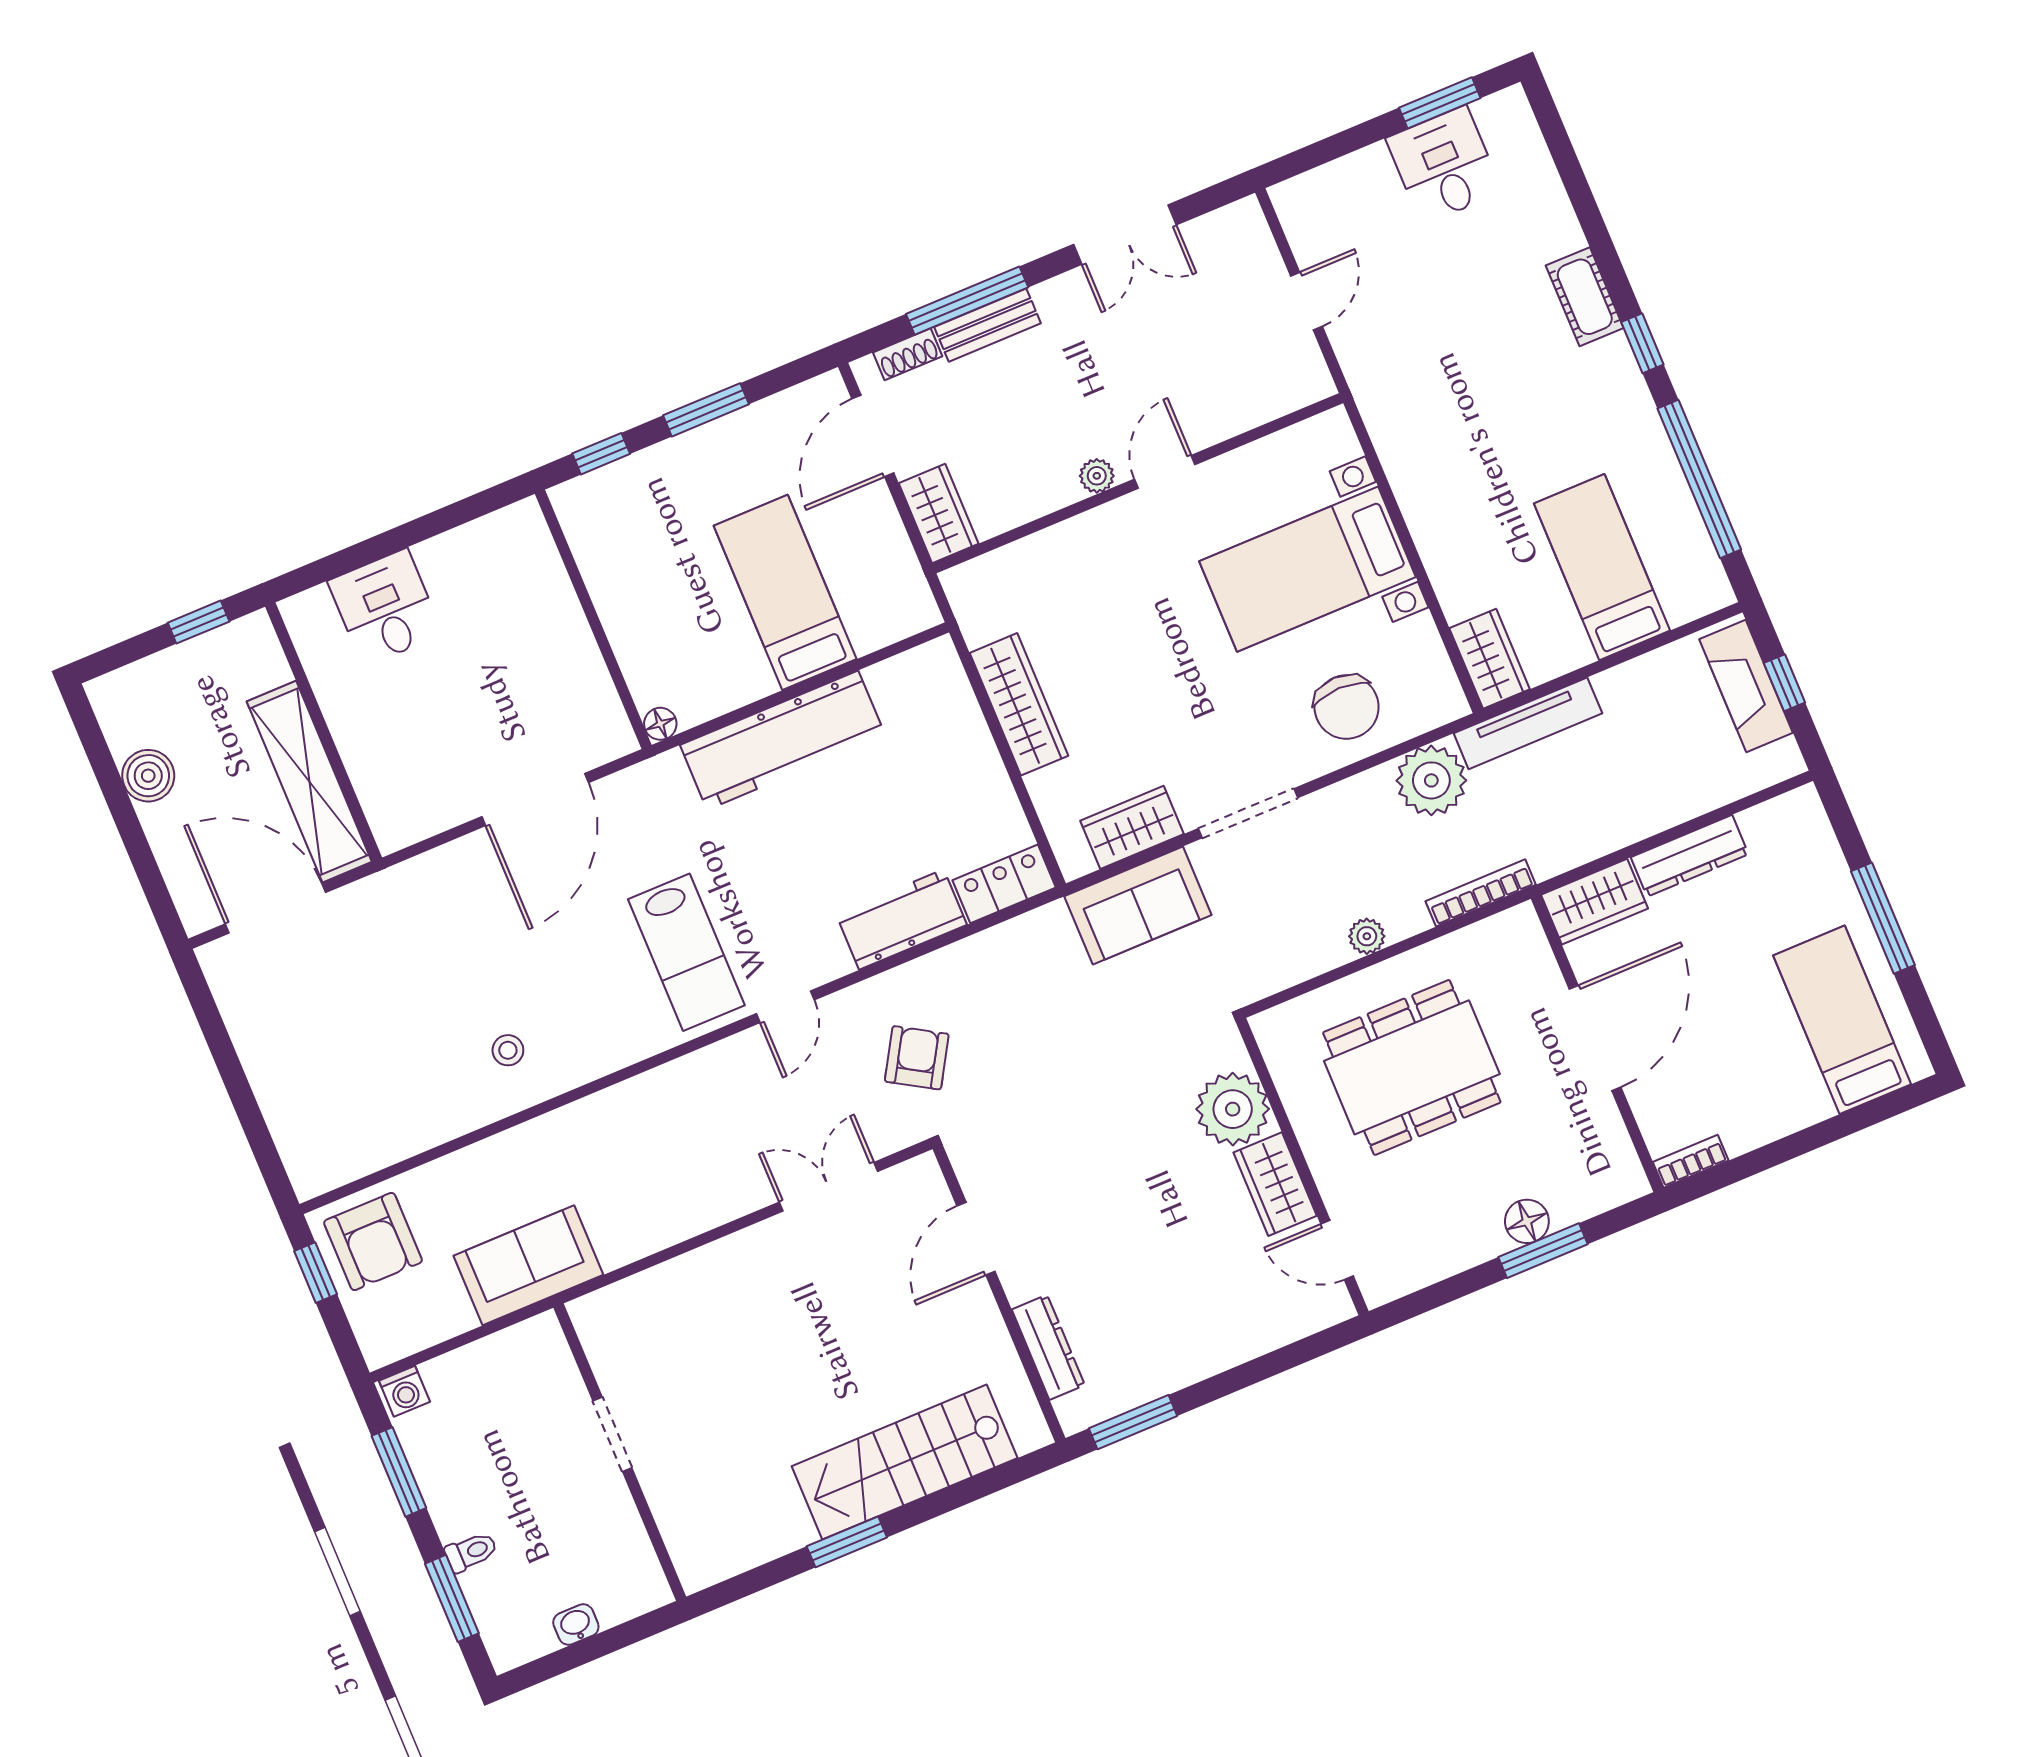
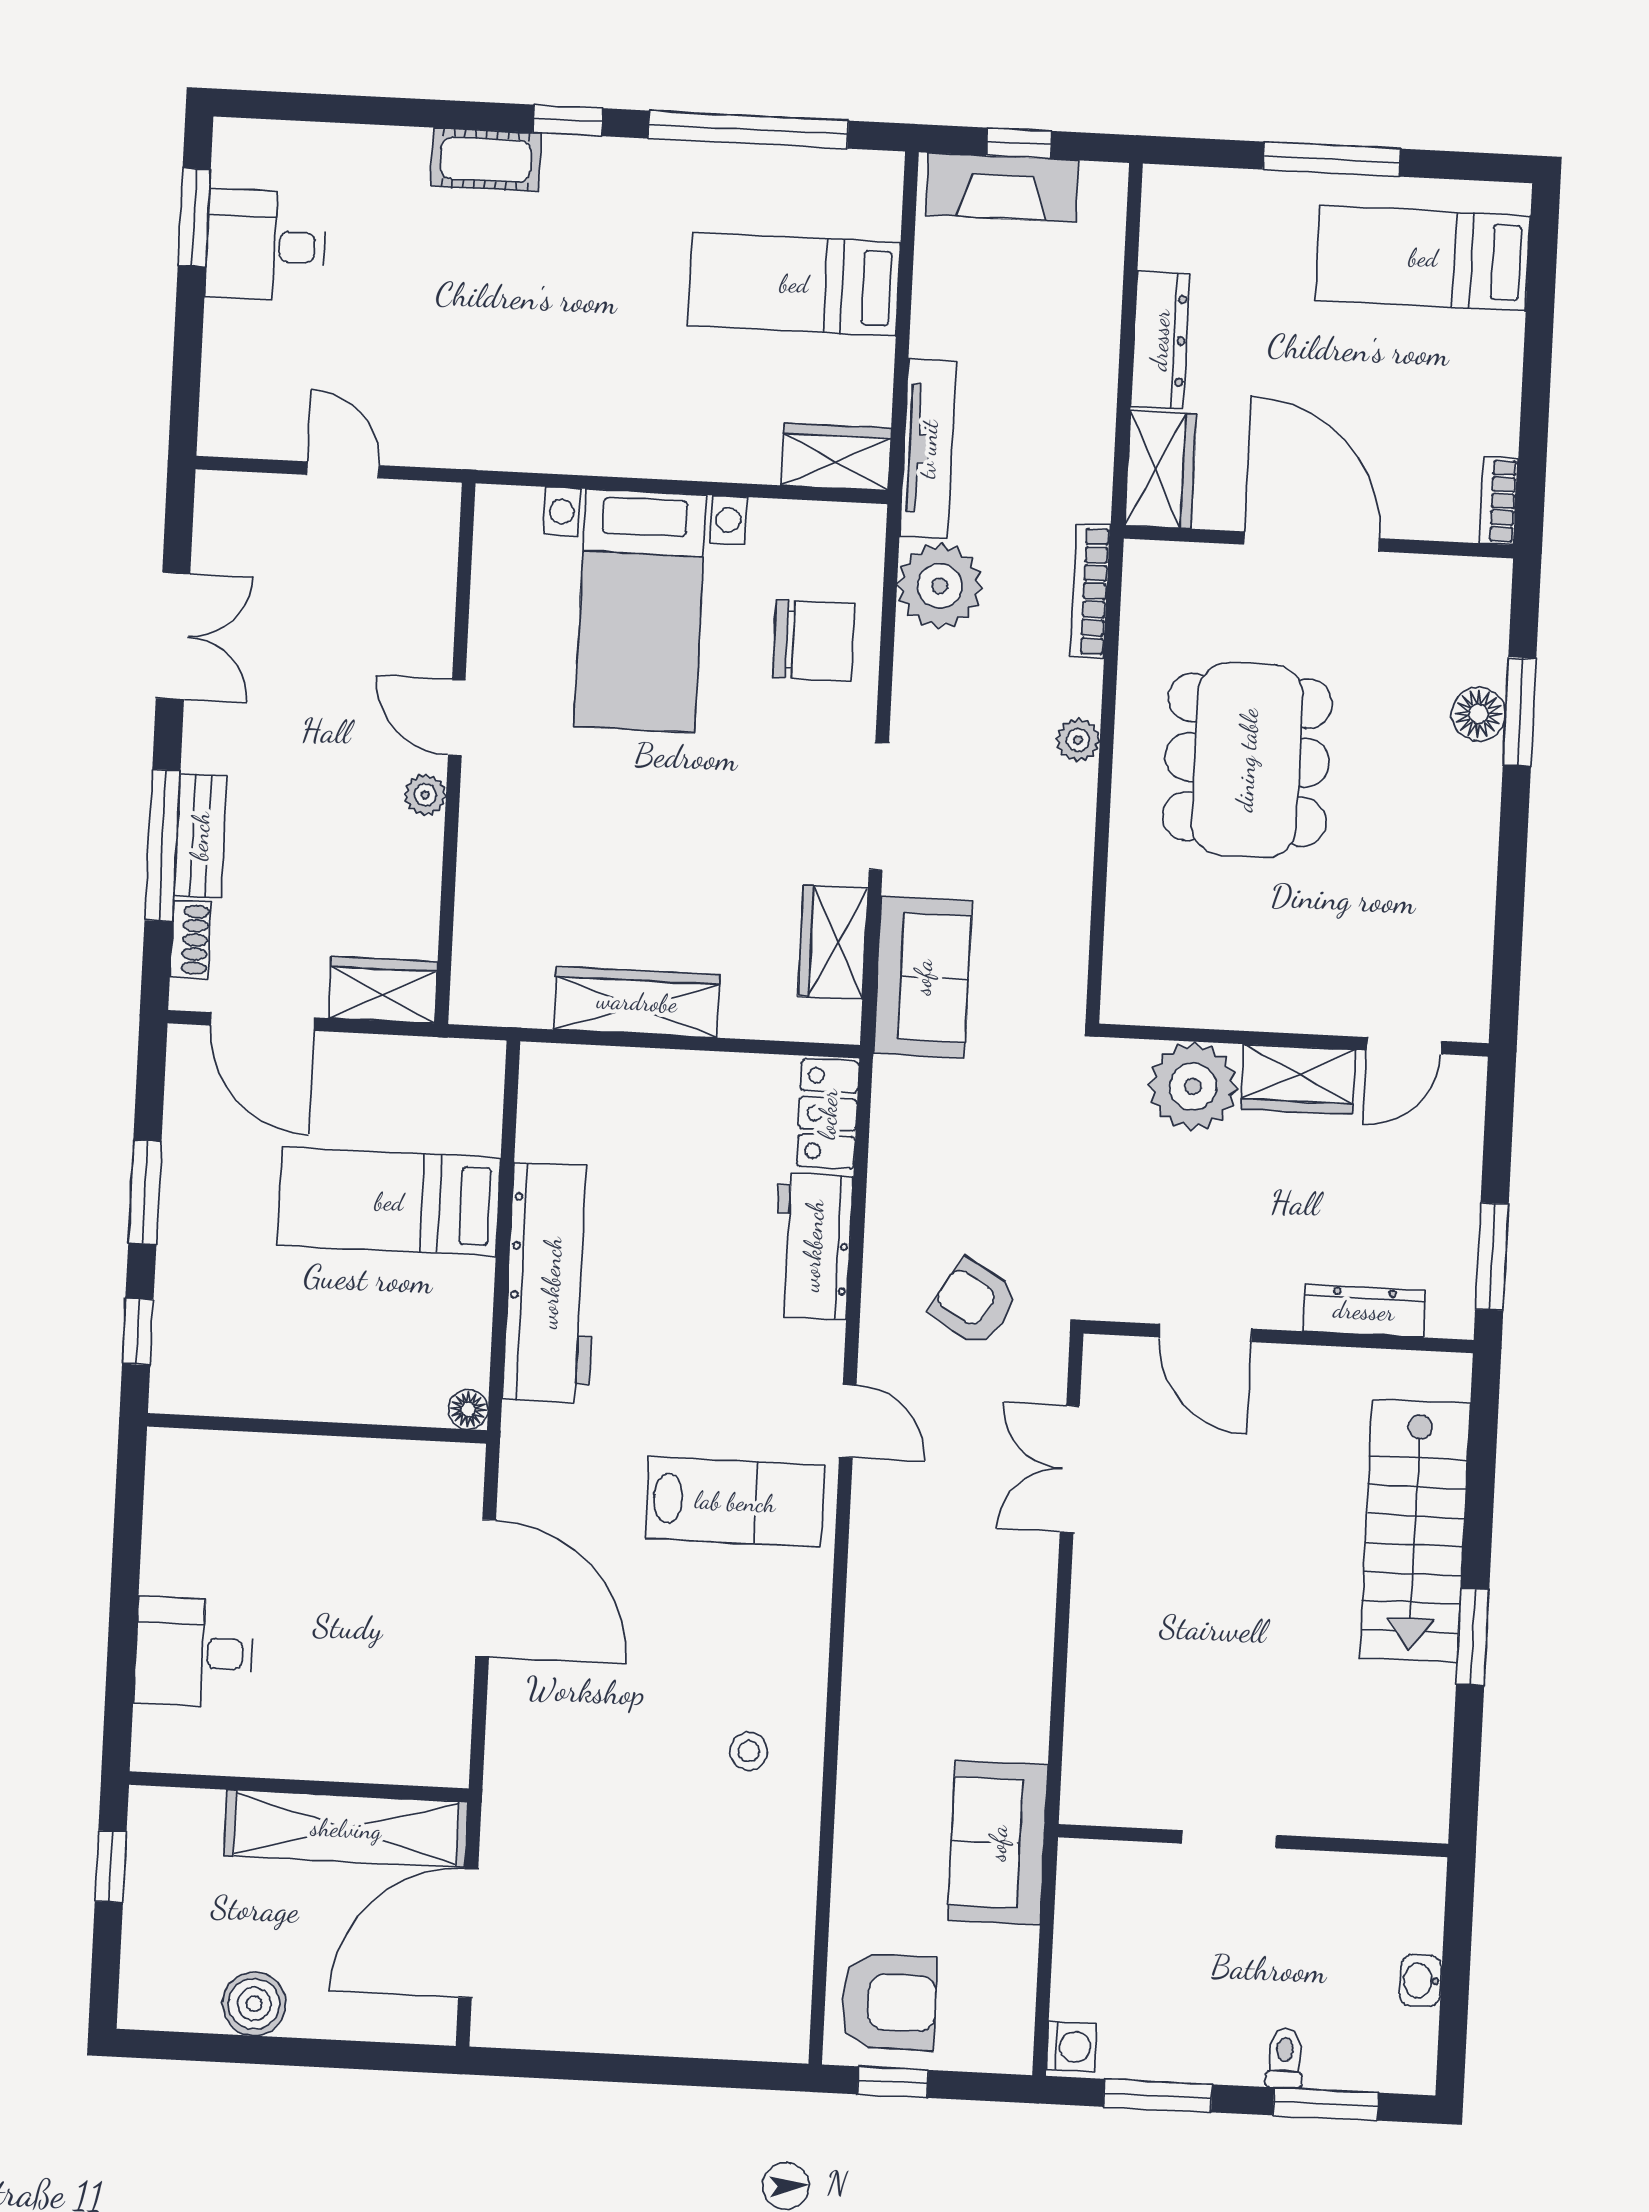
plant: (1233, 1109) -> (1193, 1087), moved
wall: (1302, 1167) -> (1294, 1040), moved
wardrobe: (1275, 1184) -> (1298, 1079), moved
door: (1337, 1250) -> (1404, 1046), moved

